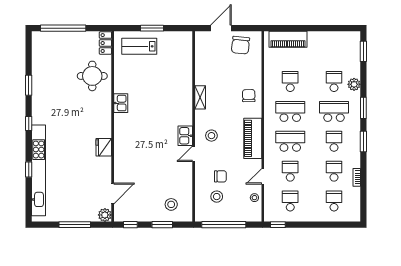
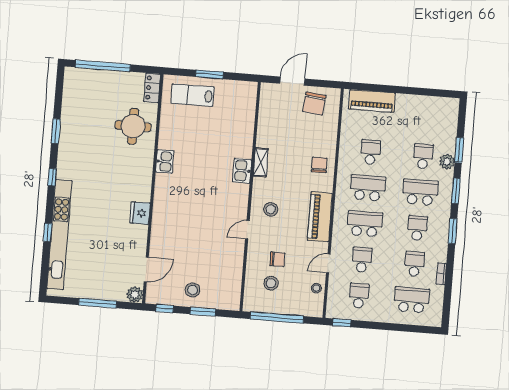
window: (363, 51) -> (459, 150), moved
kitchen sink: (185, 136) -> (242, 171), moved
school desk: (334, 201) -> (412, 300), width x1.85
stool: (171, 204) -> (192, 290), moved

